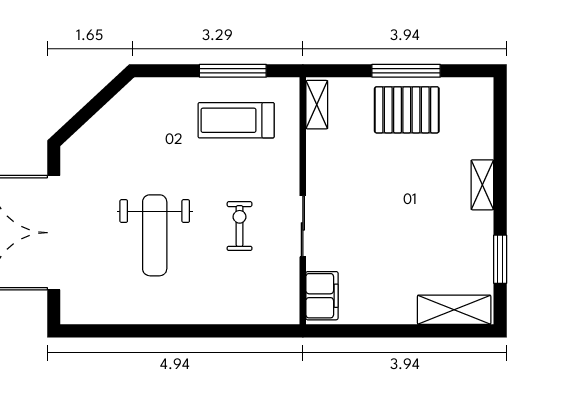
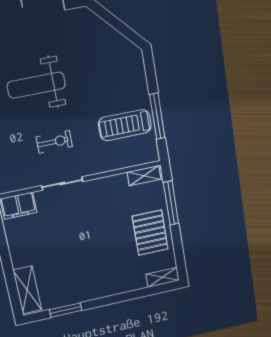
window: (406, 71) -> (171, 203), moved
treadmill: (236, 120) -> (125, 125), turned -90
shelving: (482, 185) -> (163, 277), moved

